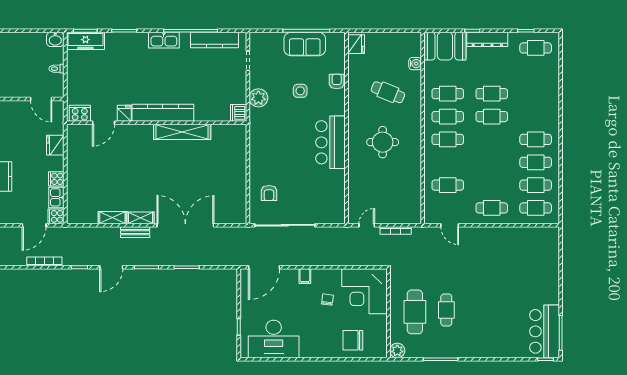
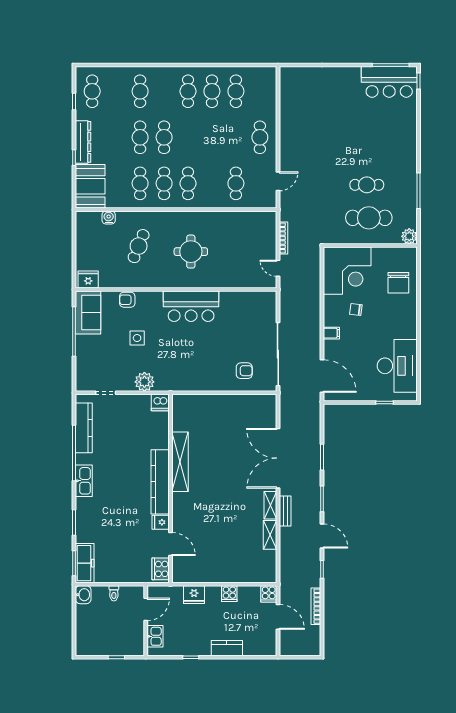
sofa: (305, 44) -> (88, 313), moved
kitchen sink: (56, 197) -> (155, 636), moved, turned -90
cafe table: (536, 208) -> (140, 91), moved

